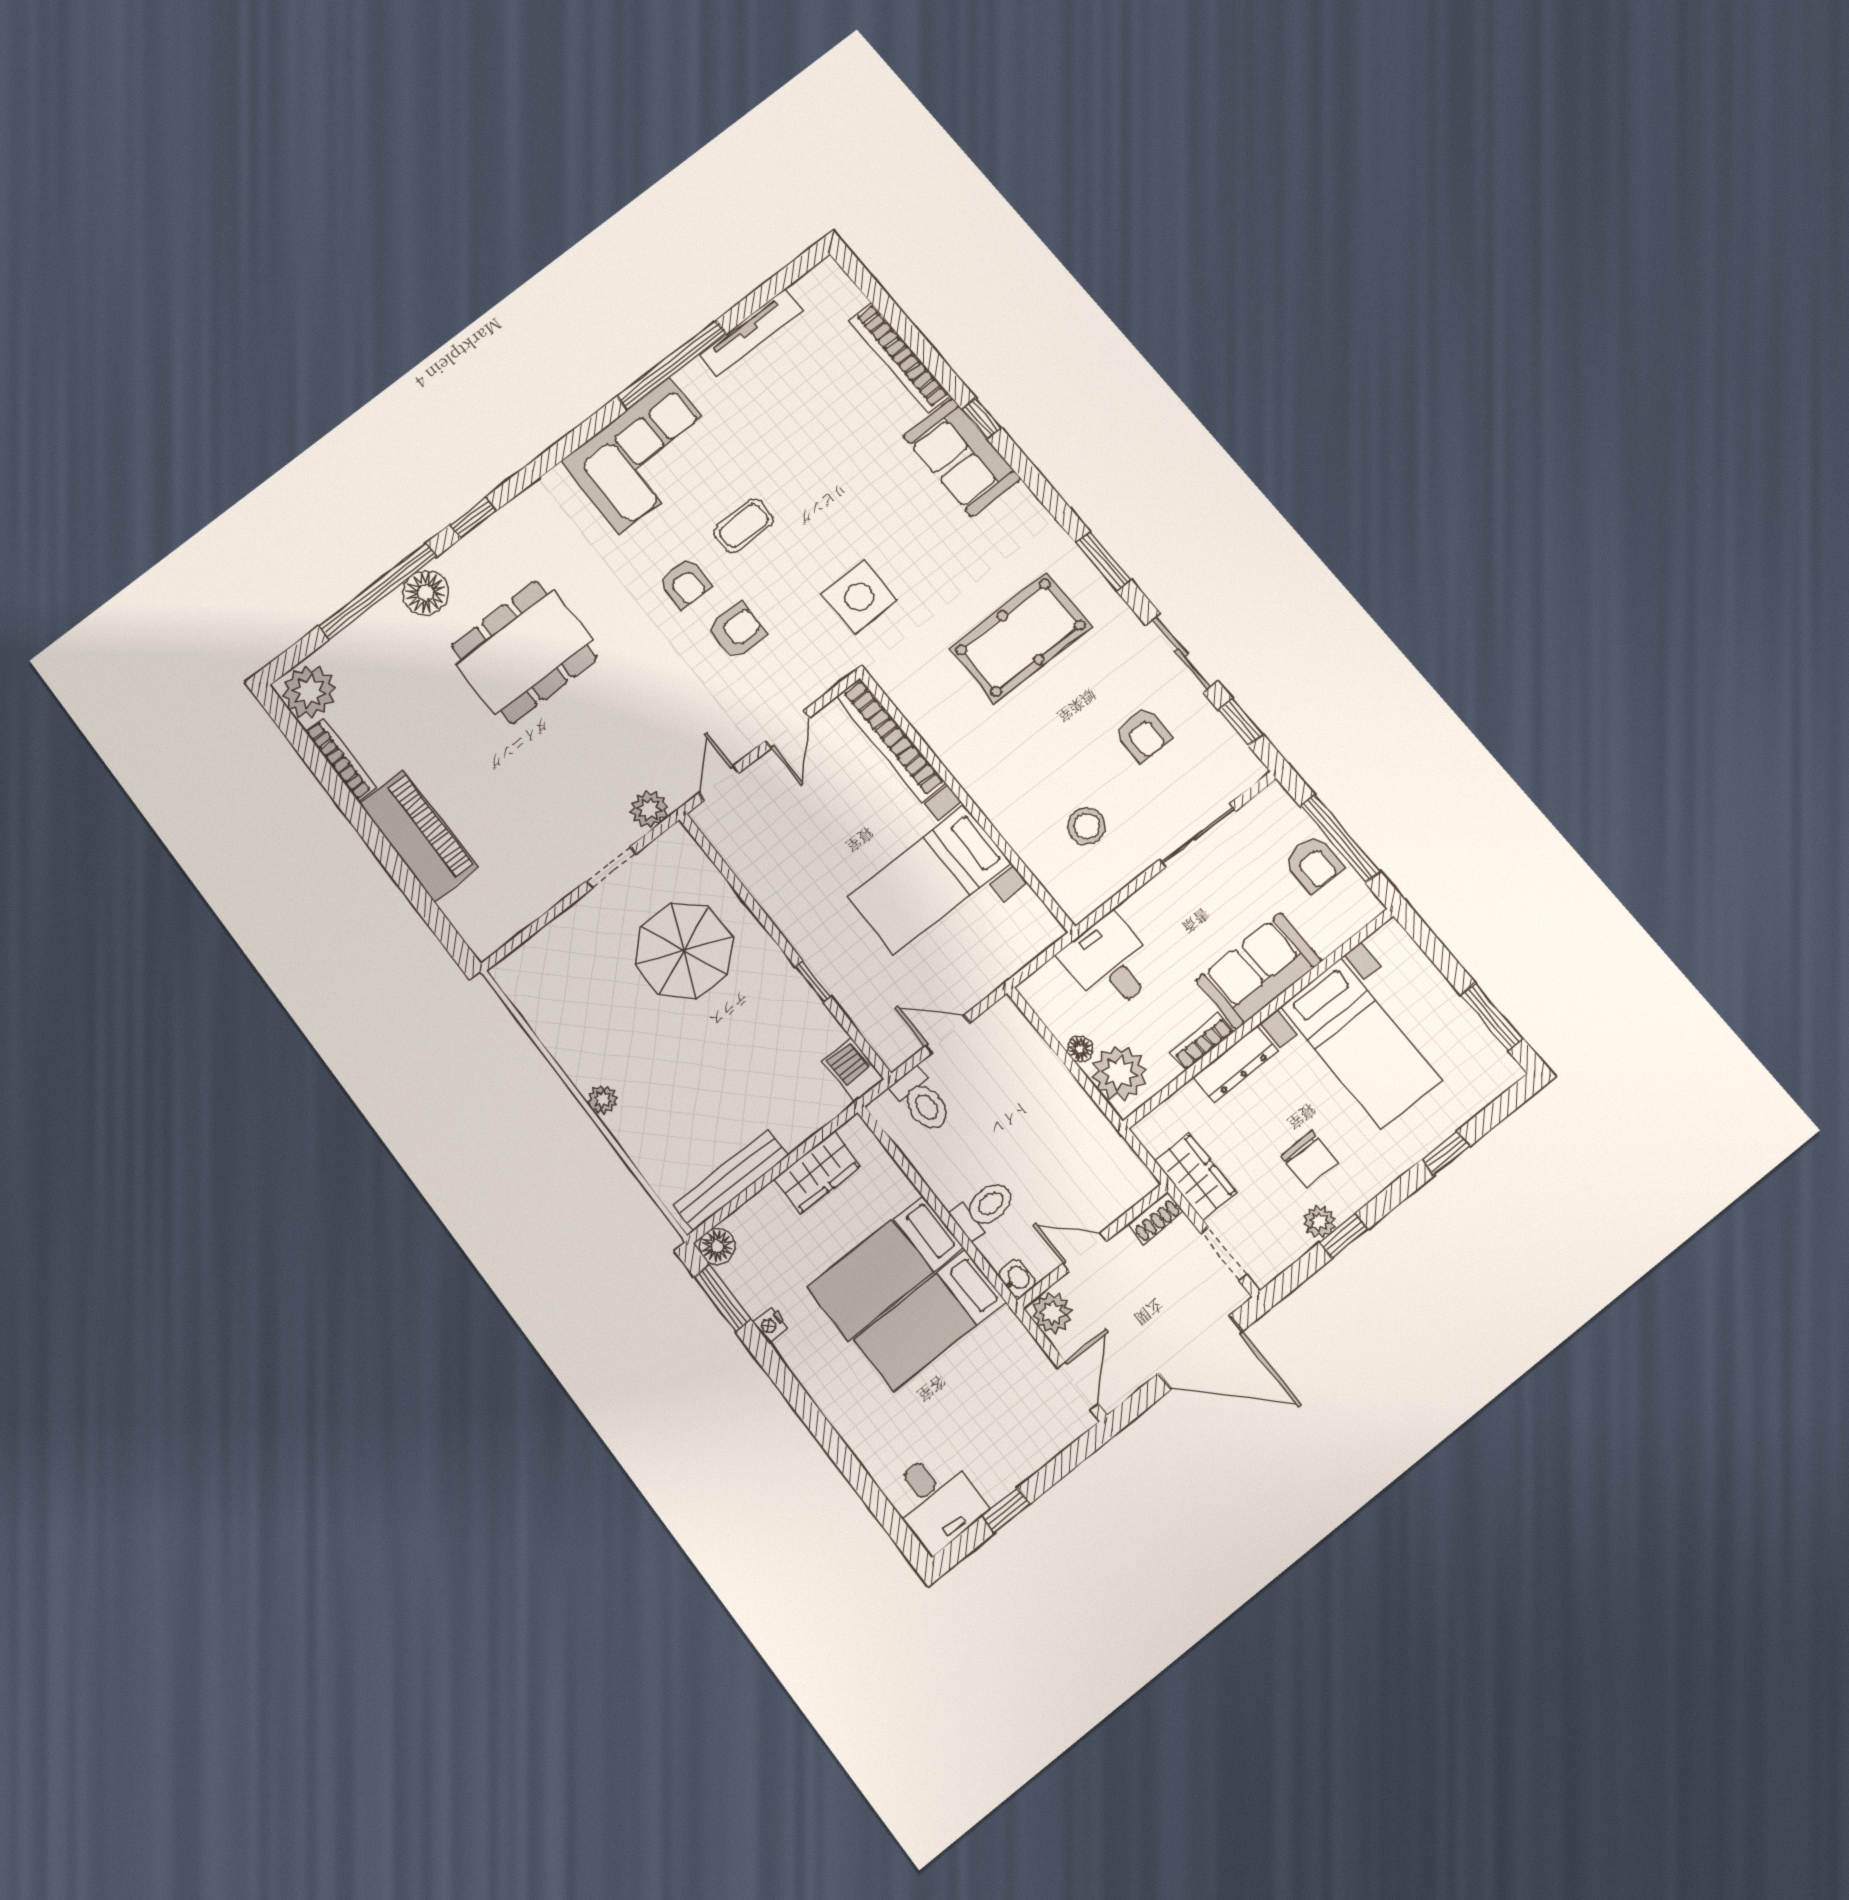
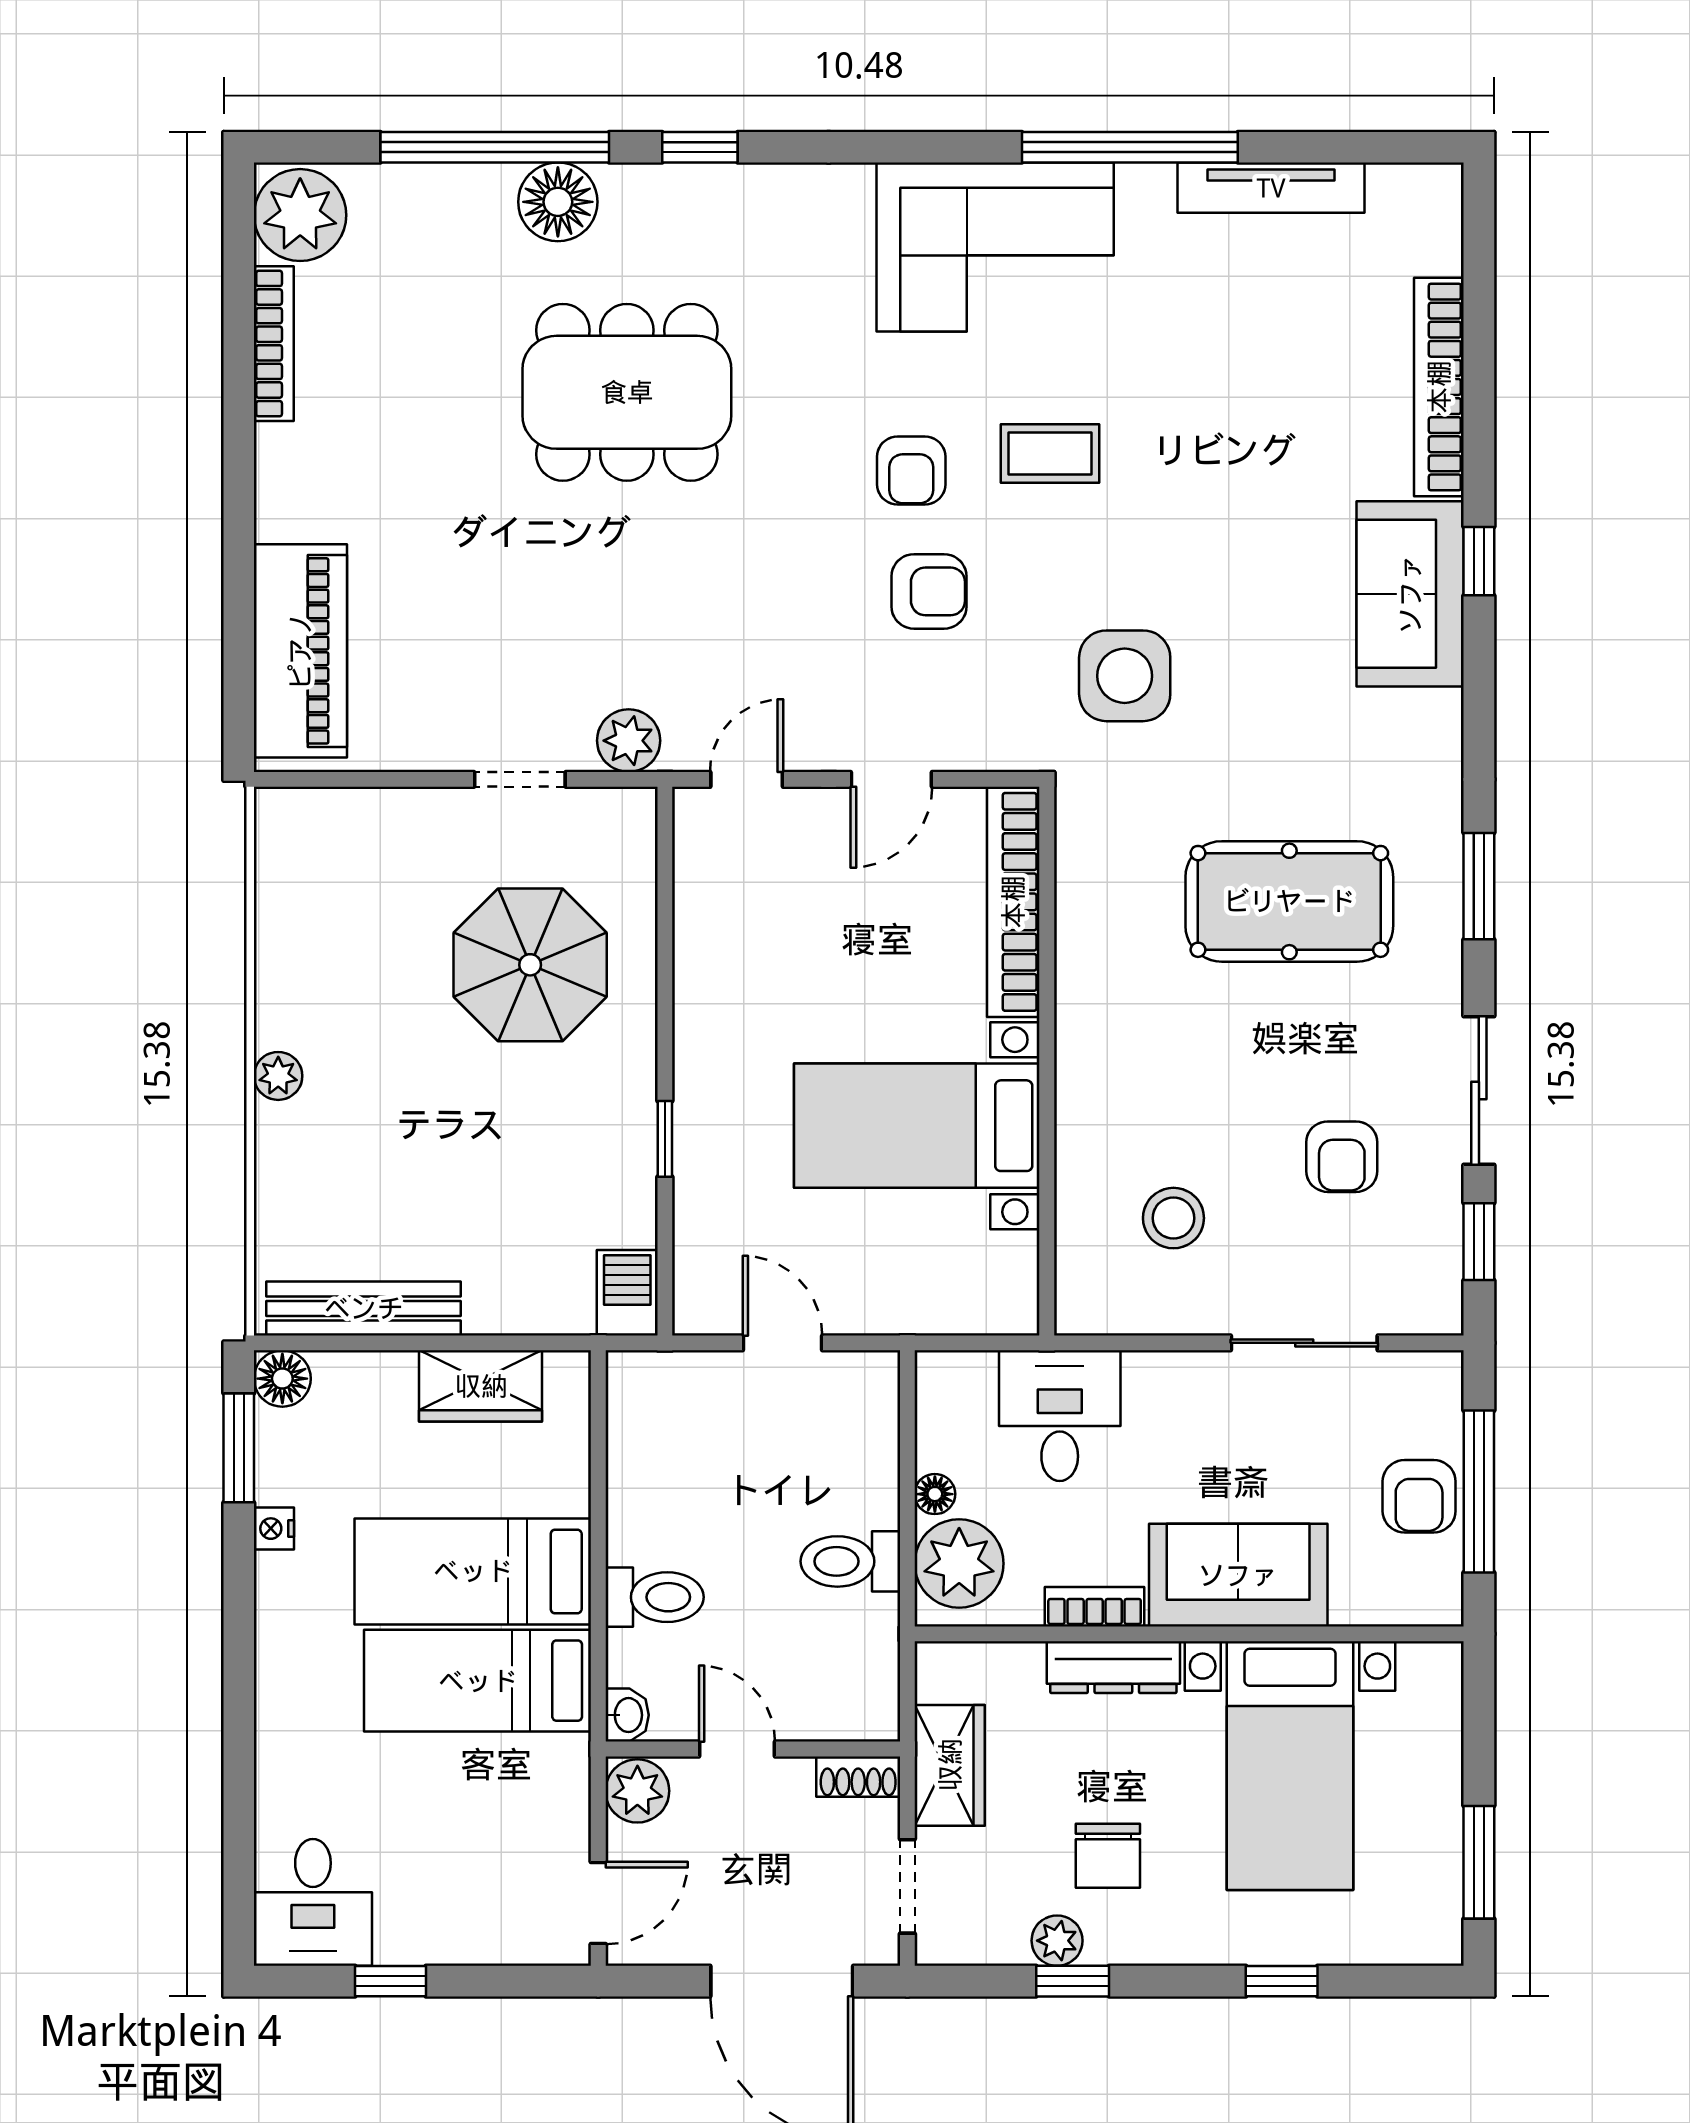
piano: (419, 835) -> (300, 651), moved
toilet: (921, 1101) -> (850, 1561), moved, turned 90

